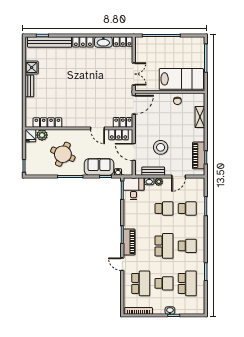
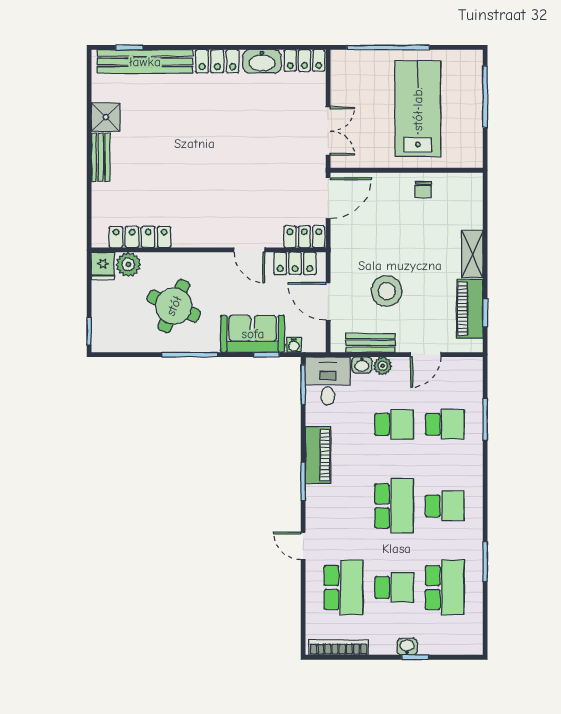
lab bench: (181, 79) -> (418, 109), moved, turned -90
shelving: (200, 117) -> (472, 254), moved
piano: (129, 242) -> (318, 455), moved

